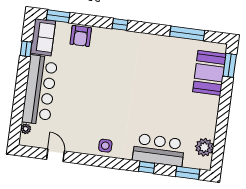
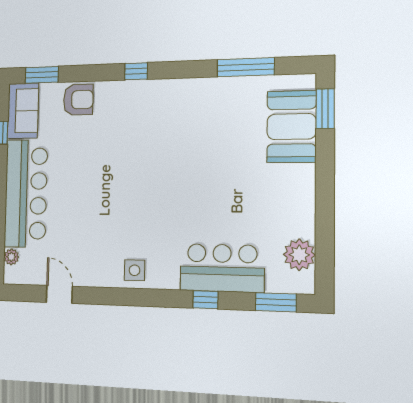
armchair: (81, 36) -> (78, 100), turned -90

